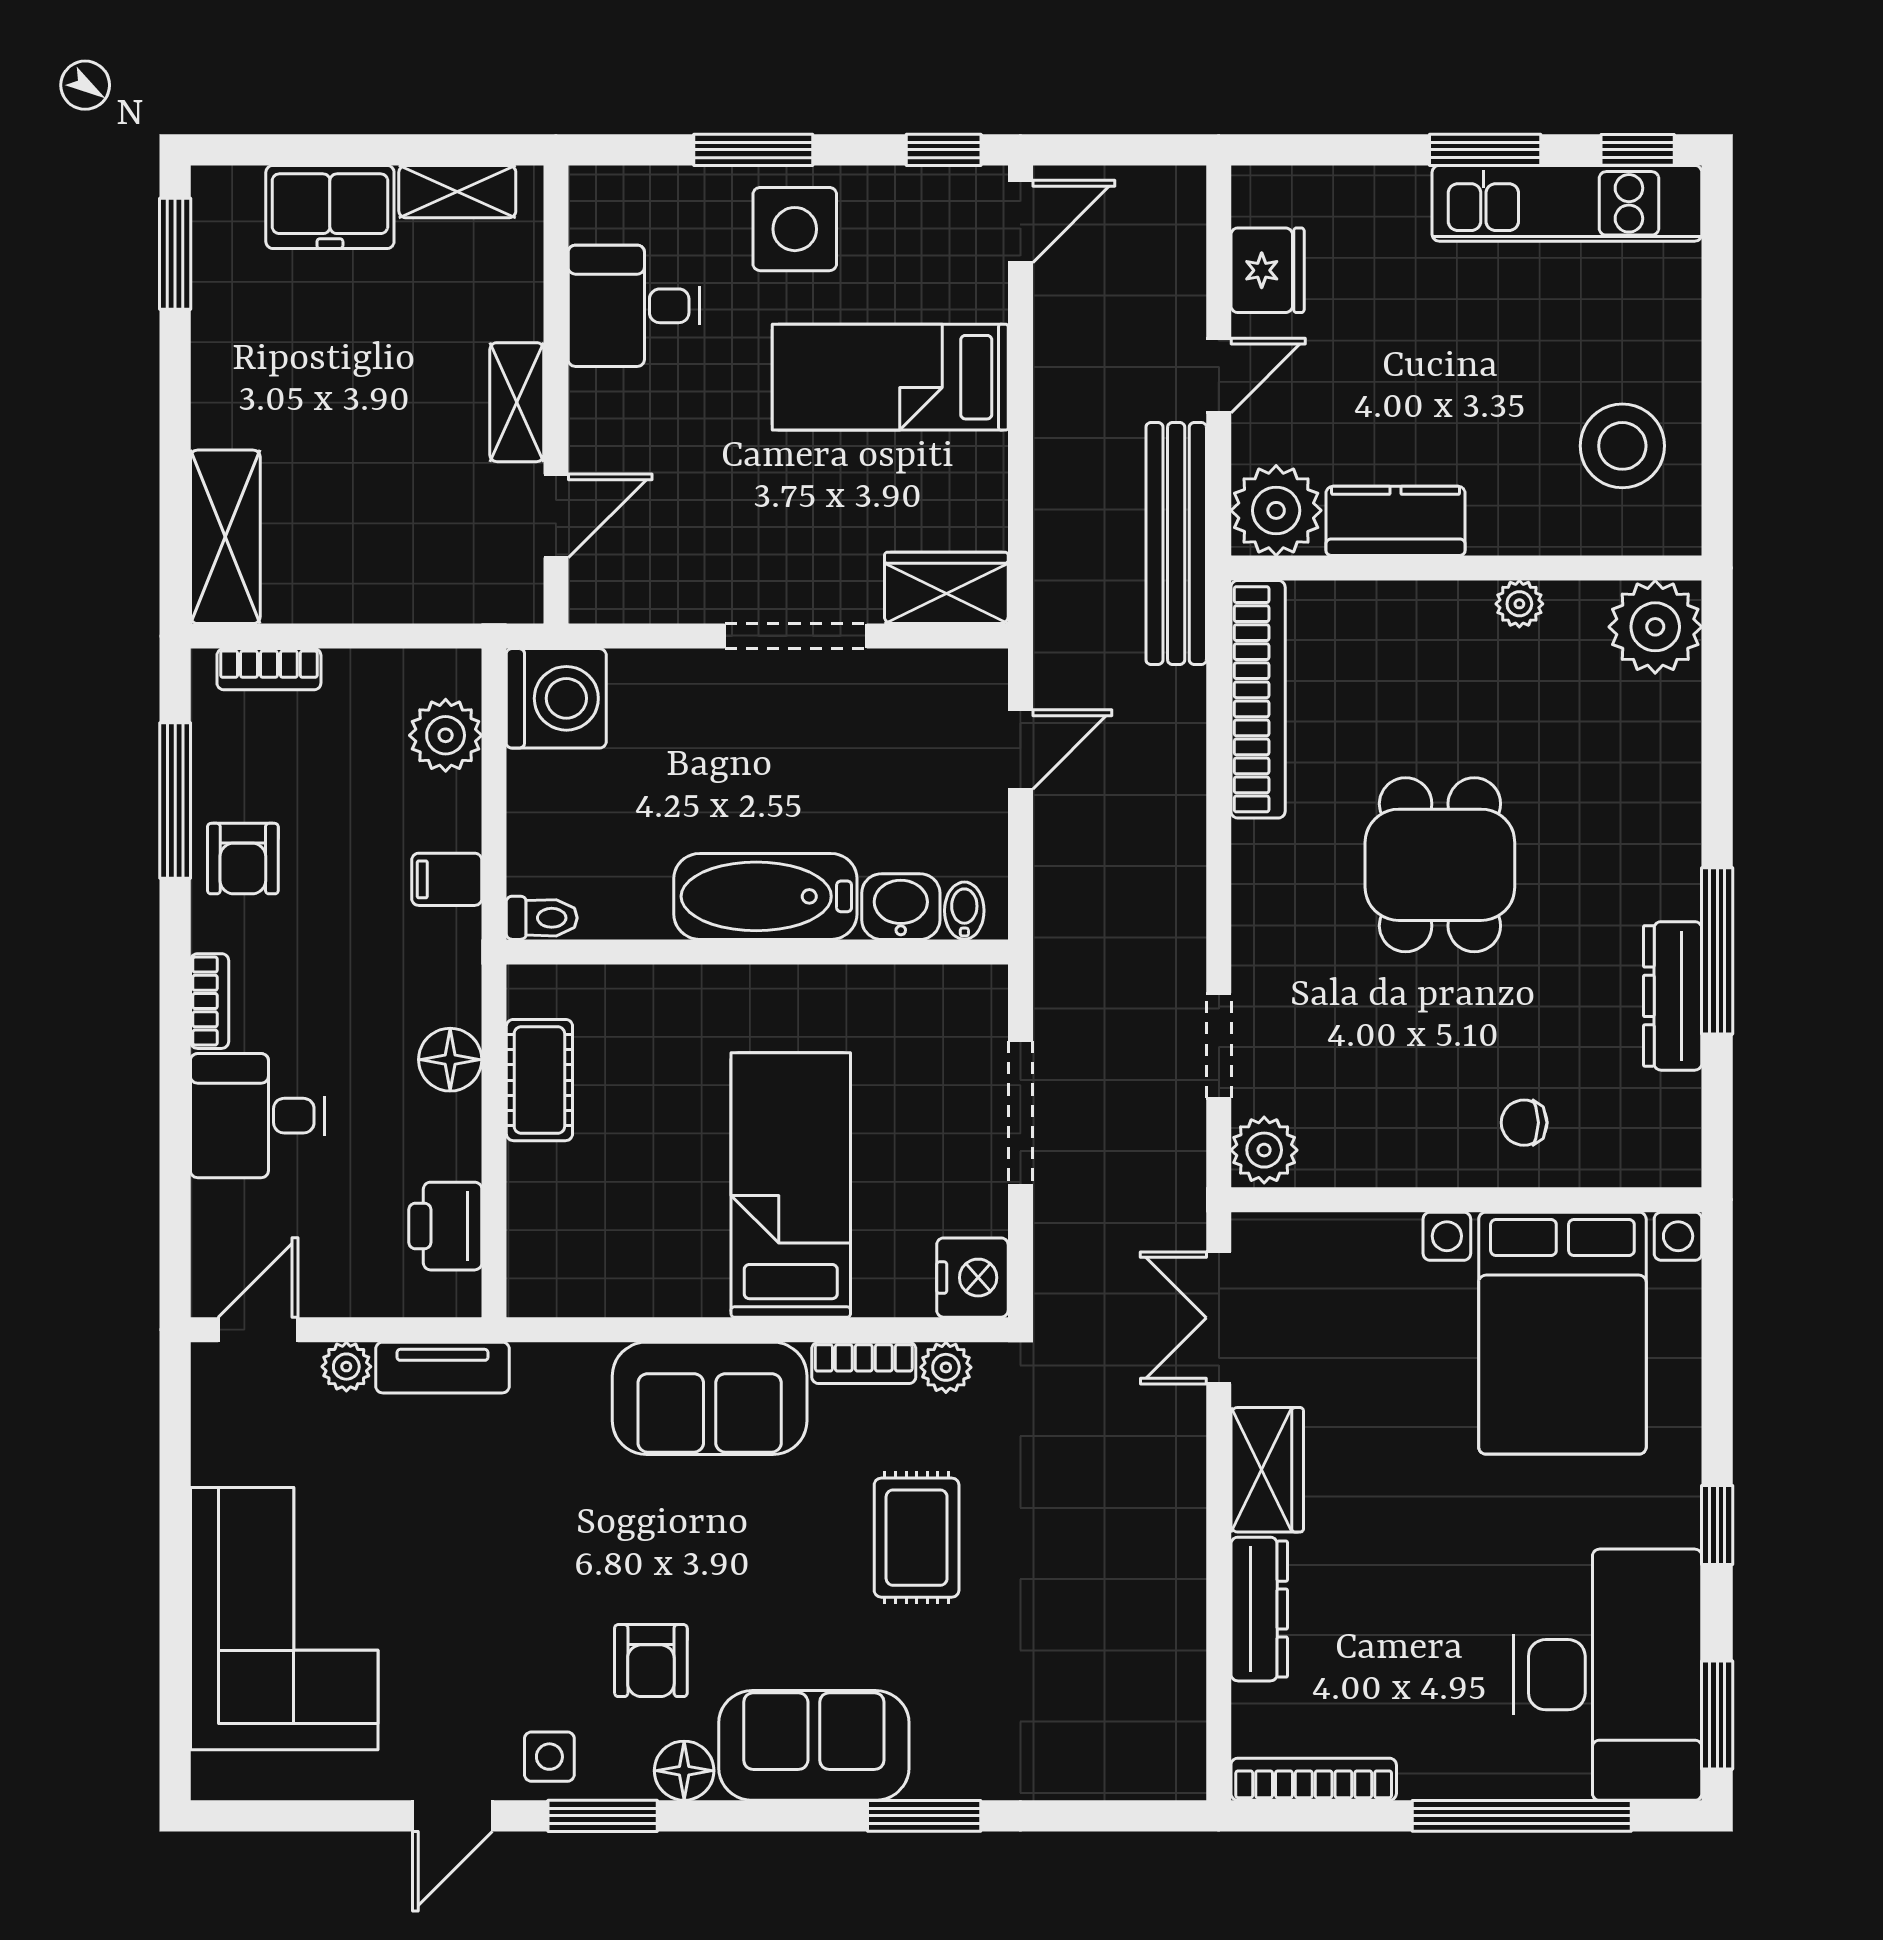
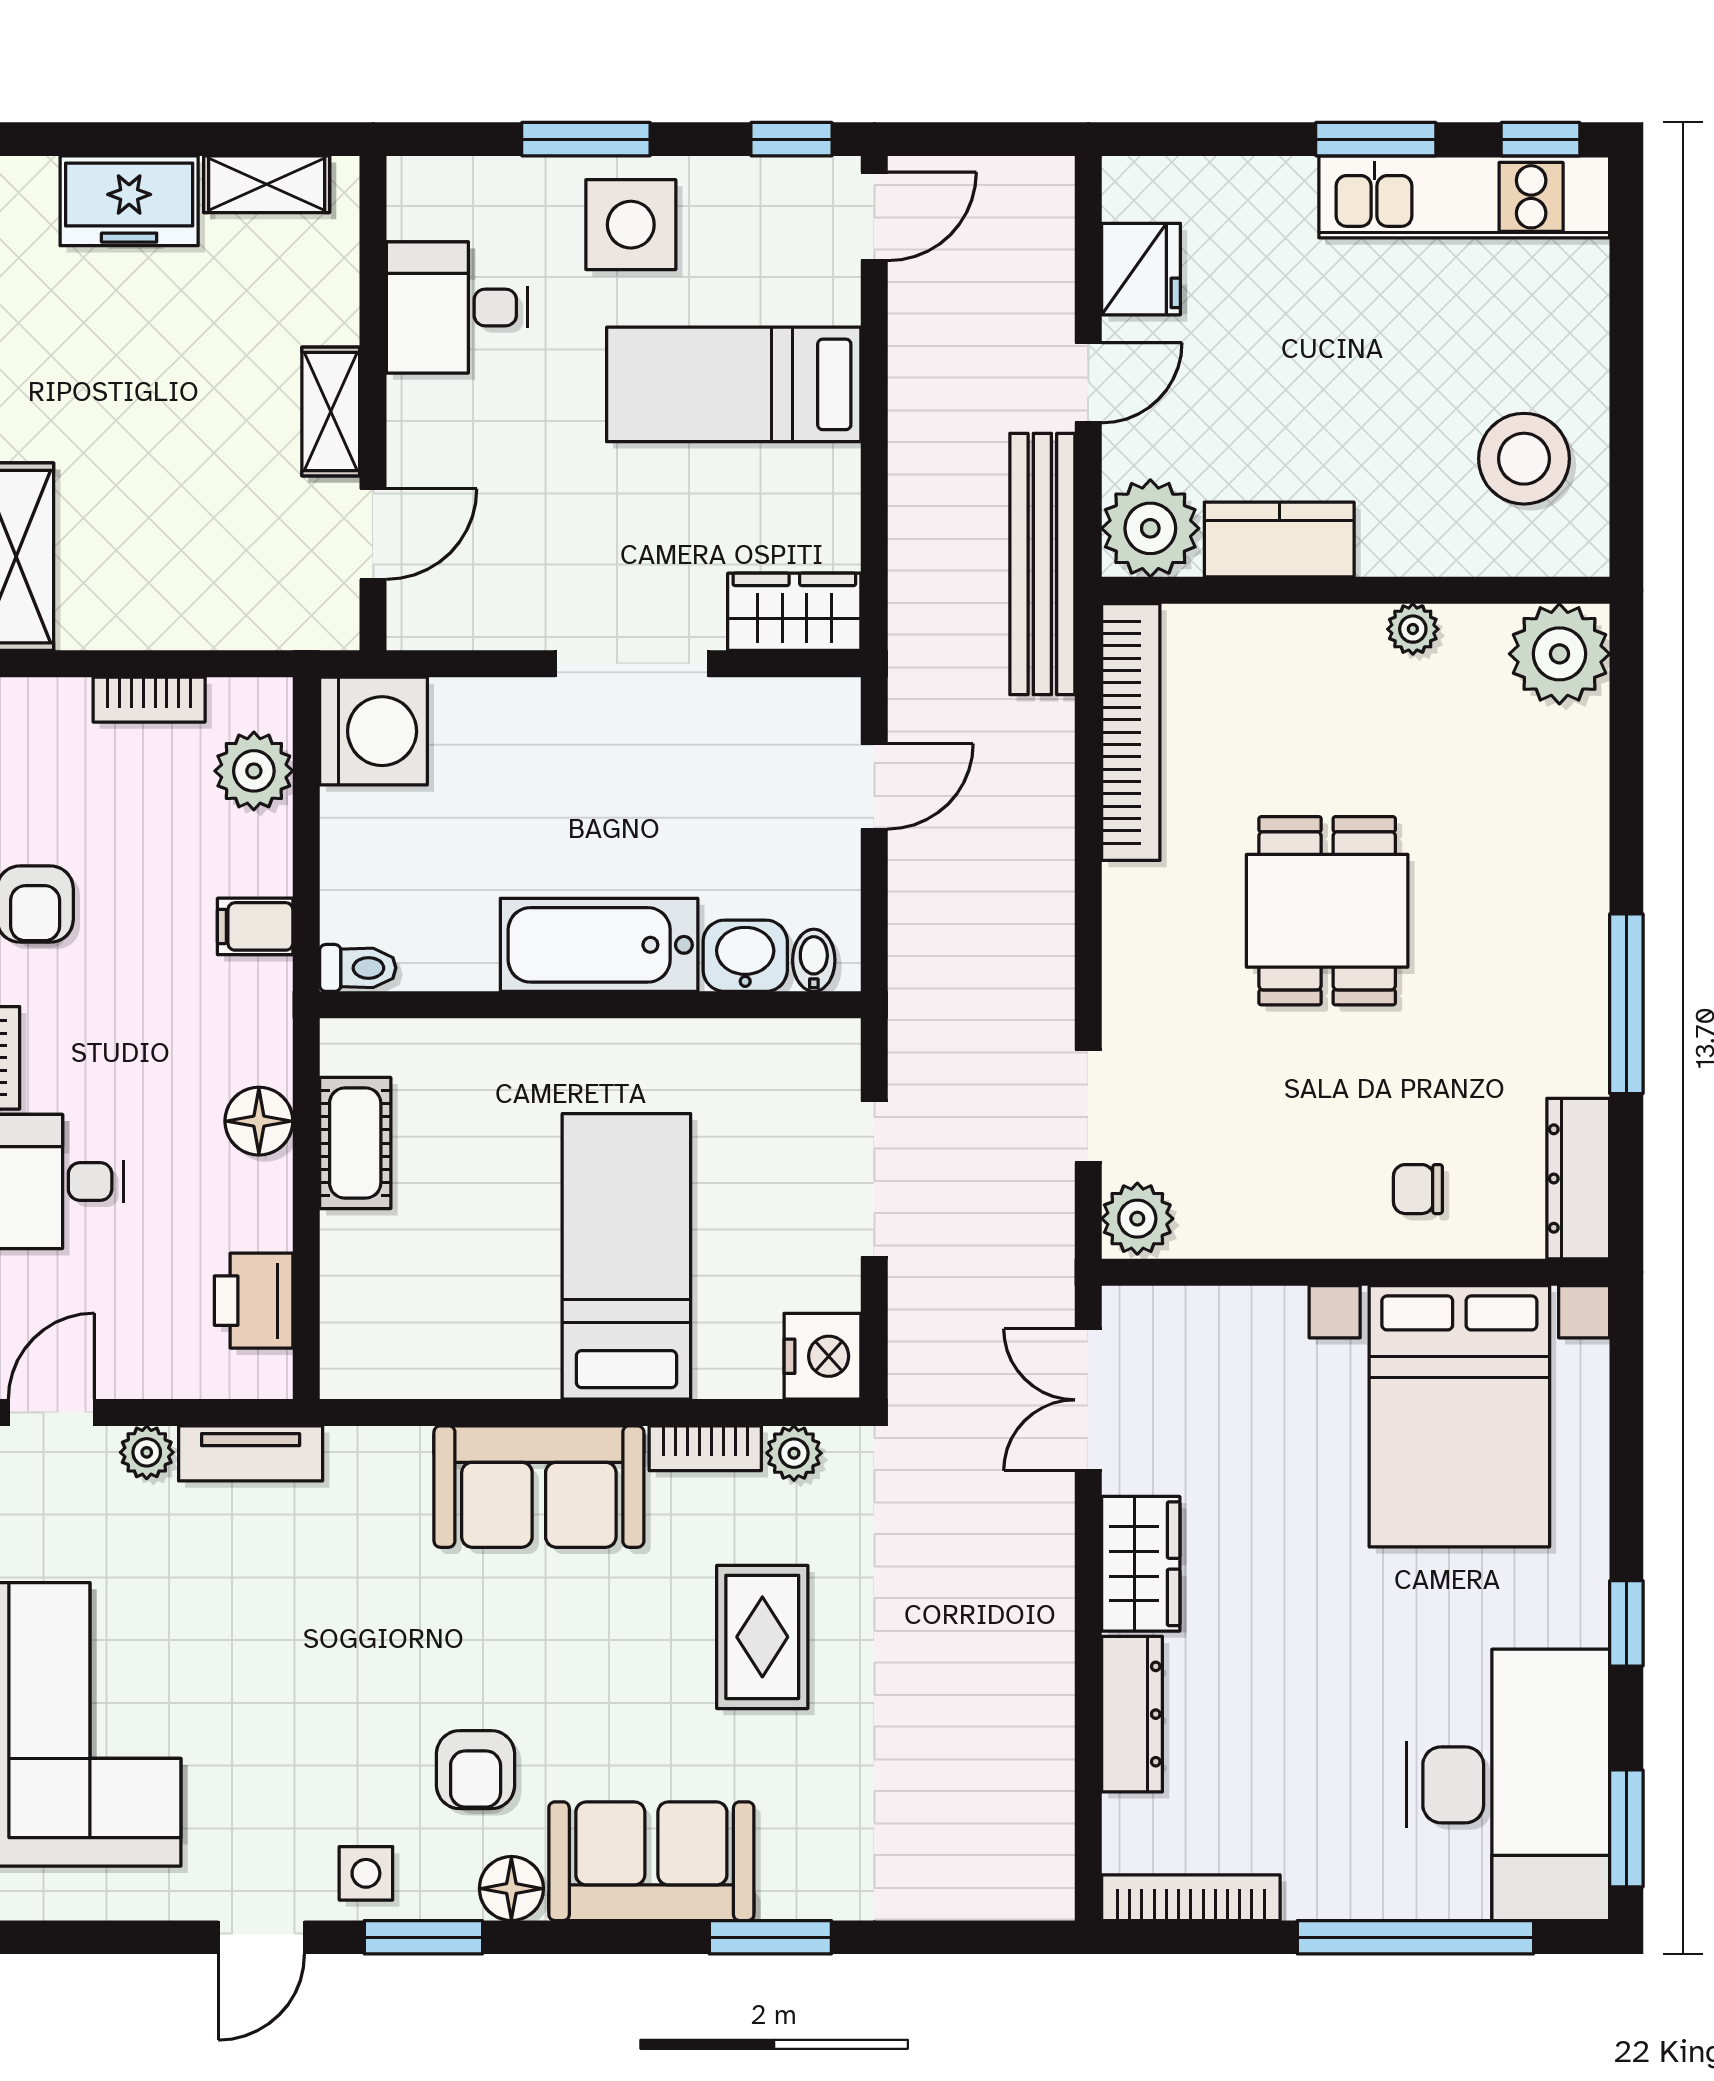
bookcase: (269, 669) -> (149, 700), moved
dresser: (1673, 996) -> (1578, 1179), moved

